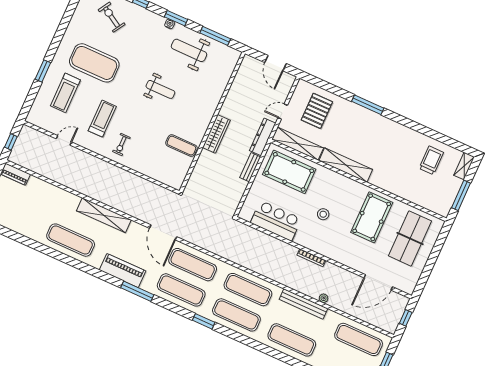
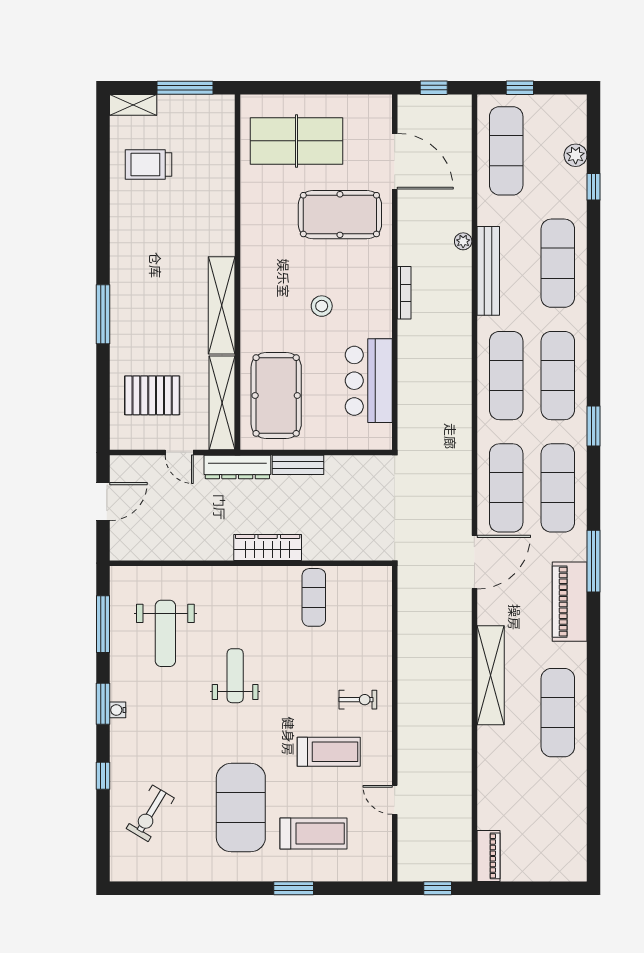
weight bench: (189, 50) -> (165, 633), moved
treadmill: (102, 119) -> (329, 752), turned 180
pool table: (372, 217) -> (340, 215), moved

